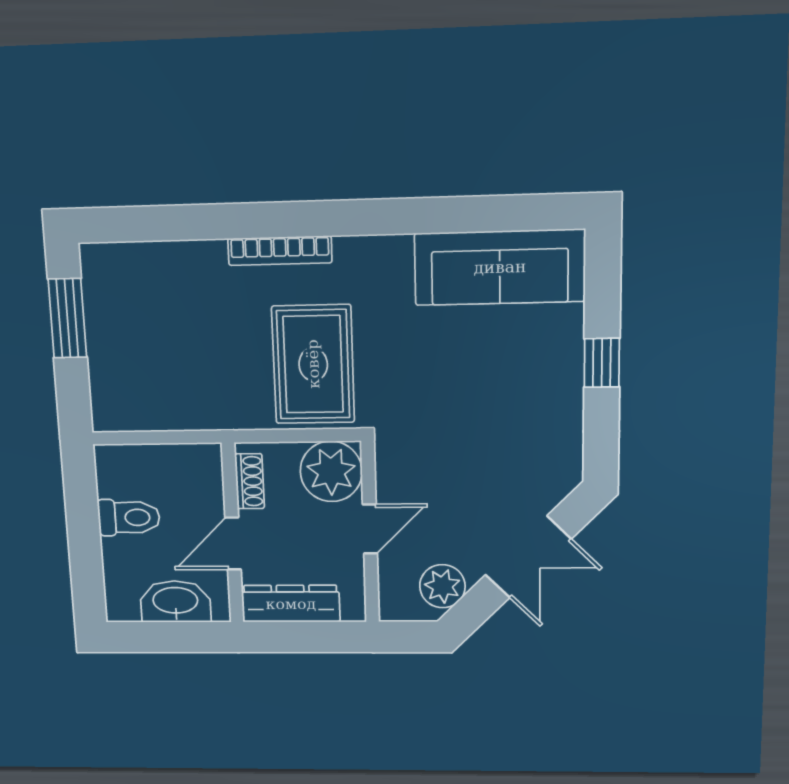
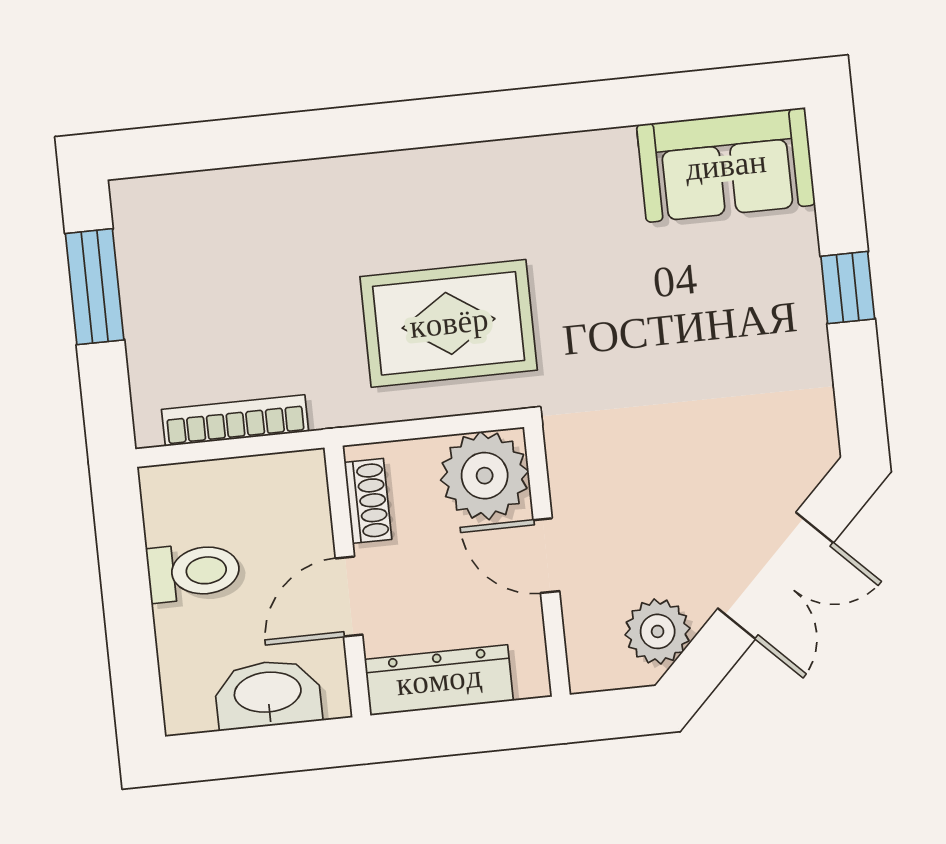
bookcase: (280, 251) -> (235, 420), moved, turned 180
sofa: (500, 267) -> (726, 165), width x0.73
rug: (313, 364) -> (449, 323), turned 90
door: (370, 529) -> (546, 556), swing flipped

